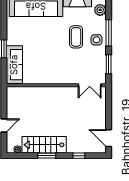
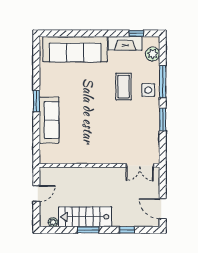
wall: (56, 85) -> (100, 165), moved
double door: (90, 85) -> (140, 165), moved

